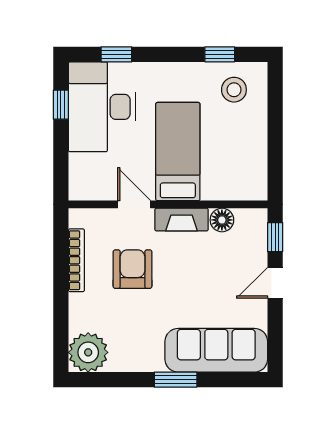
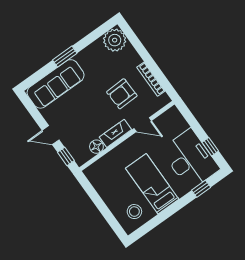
window: (220, 54) -> (153, 223), removed
bed: (178, 152) -> (152, 184), moved, turned 180
armchair: (133, 269) -> (122, 94), turned 88
door: (275, 283) -> (51, 135), swing flipped

